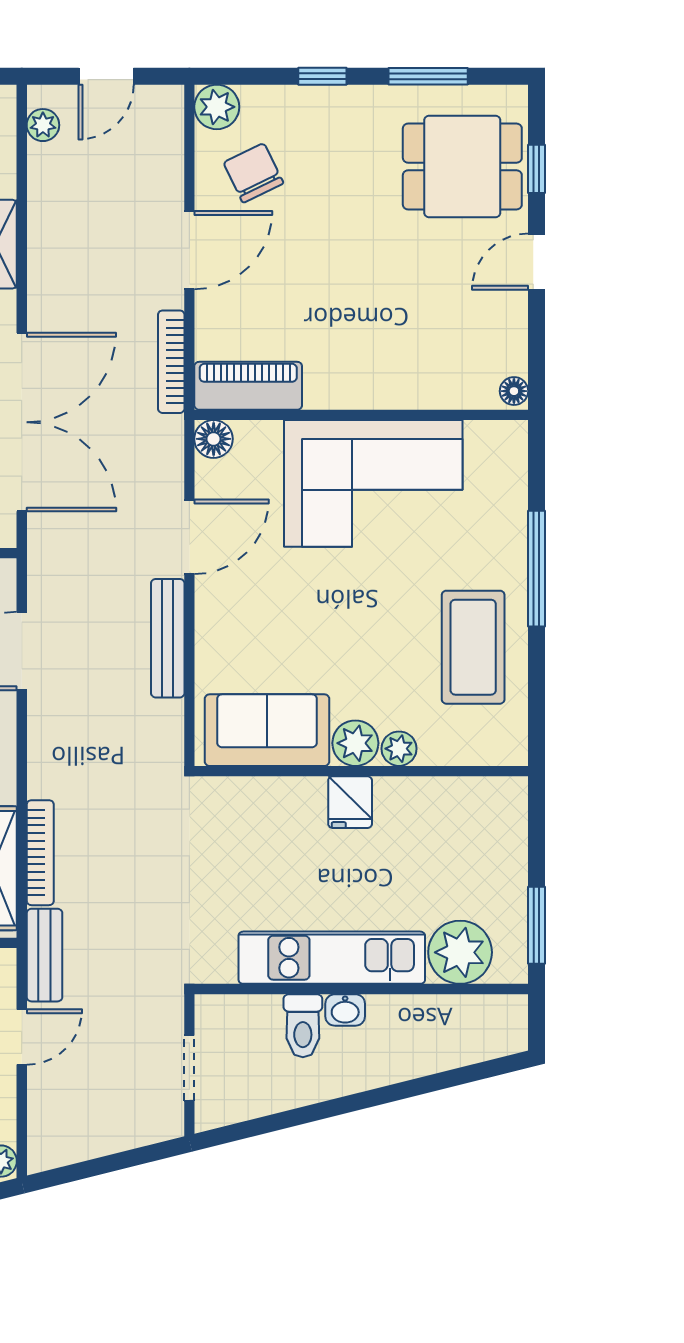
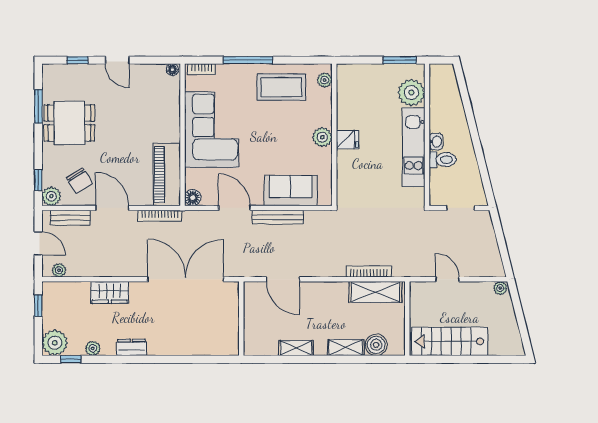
window: (322, 76) -> (38, 180), moved
dining table: (462, 166) -> (69, 123), moved, turned 90
chair: (253, 173) -> (79, 181), turned -96
piano: (248, 386) -> (167, 174), width x1.37, depth x1.33
bookcase: (515, 460) -> (202, 69), added
sofa: (267, 730) -> (291, 190), moved, turned 90
plant: (399, 749) -> (325, 80), moved
bench: (45, 955) -> (70, 218), moved

